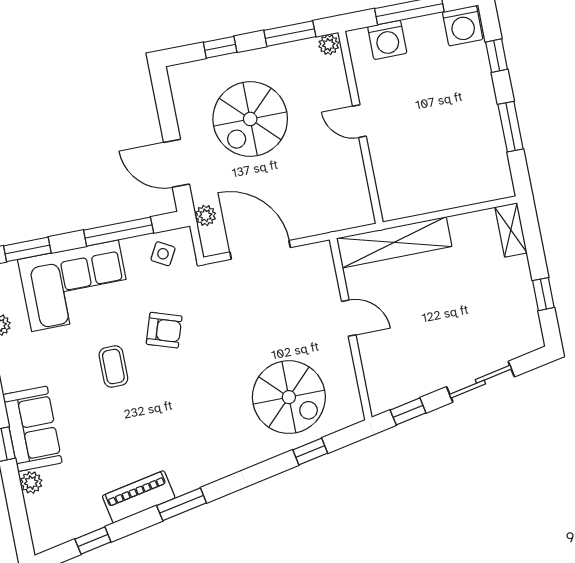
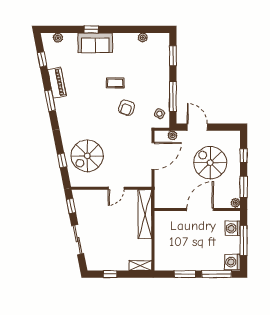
window: (497, 56) -> (217, 274), width x2.17
door: (359, 121) -> (200, 209), width x1.87
door: (176, 163) -> (197, 127), hinge flipped
corner sofa: (75, 286) -> (153, 73), removed
plant: (31, 482) -> (58, 38), moved

